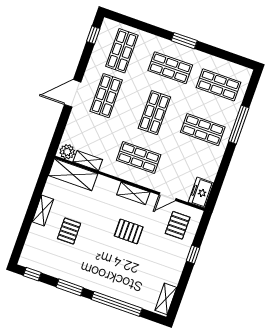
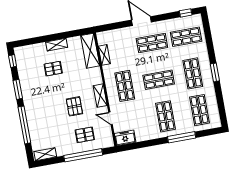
plant: (67, 152) -> (103, 39), removed
pallet: (178, 225) -> (85, 135), moved
window: (193, 254) -> (83, 155), width x3.17

